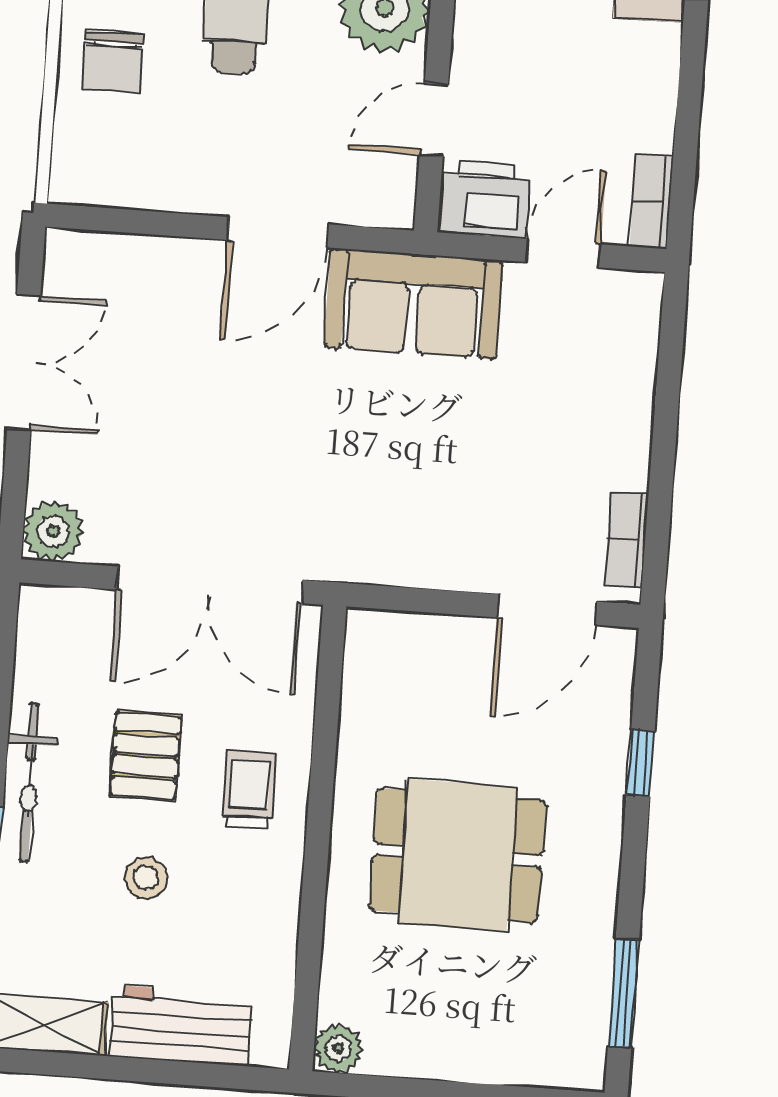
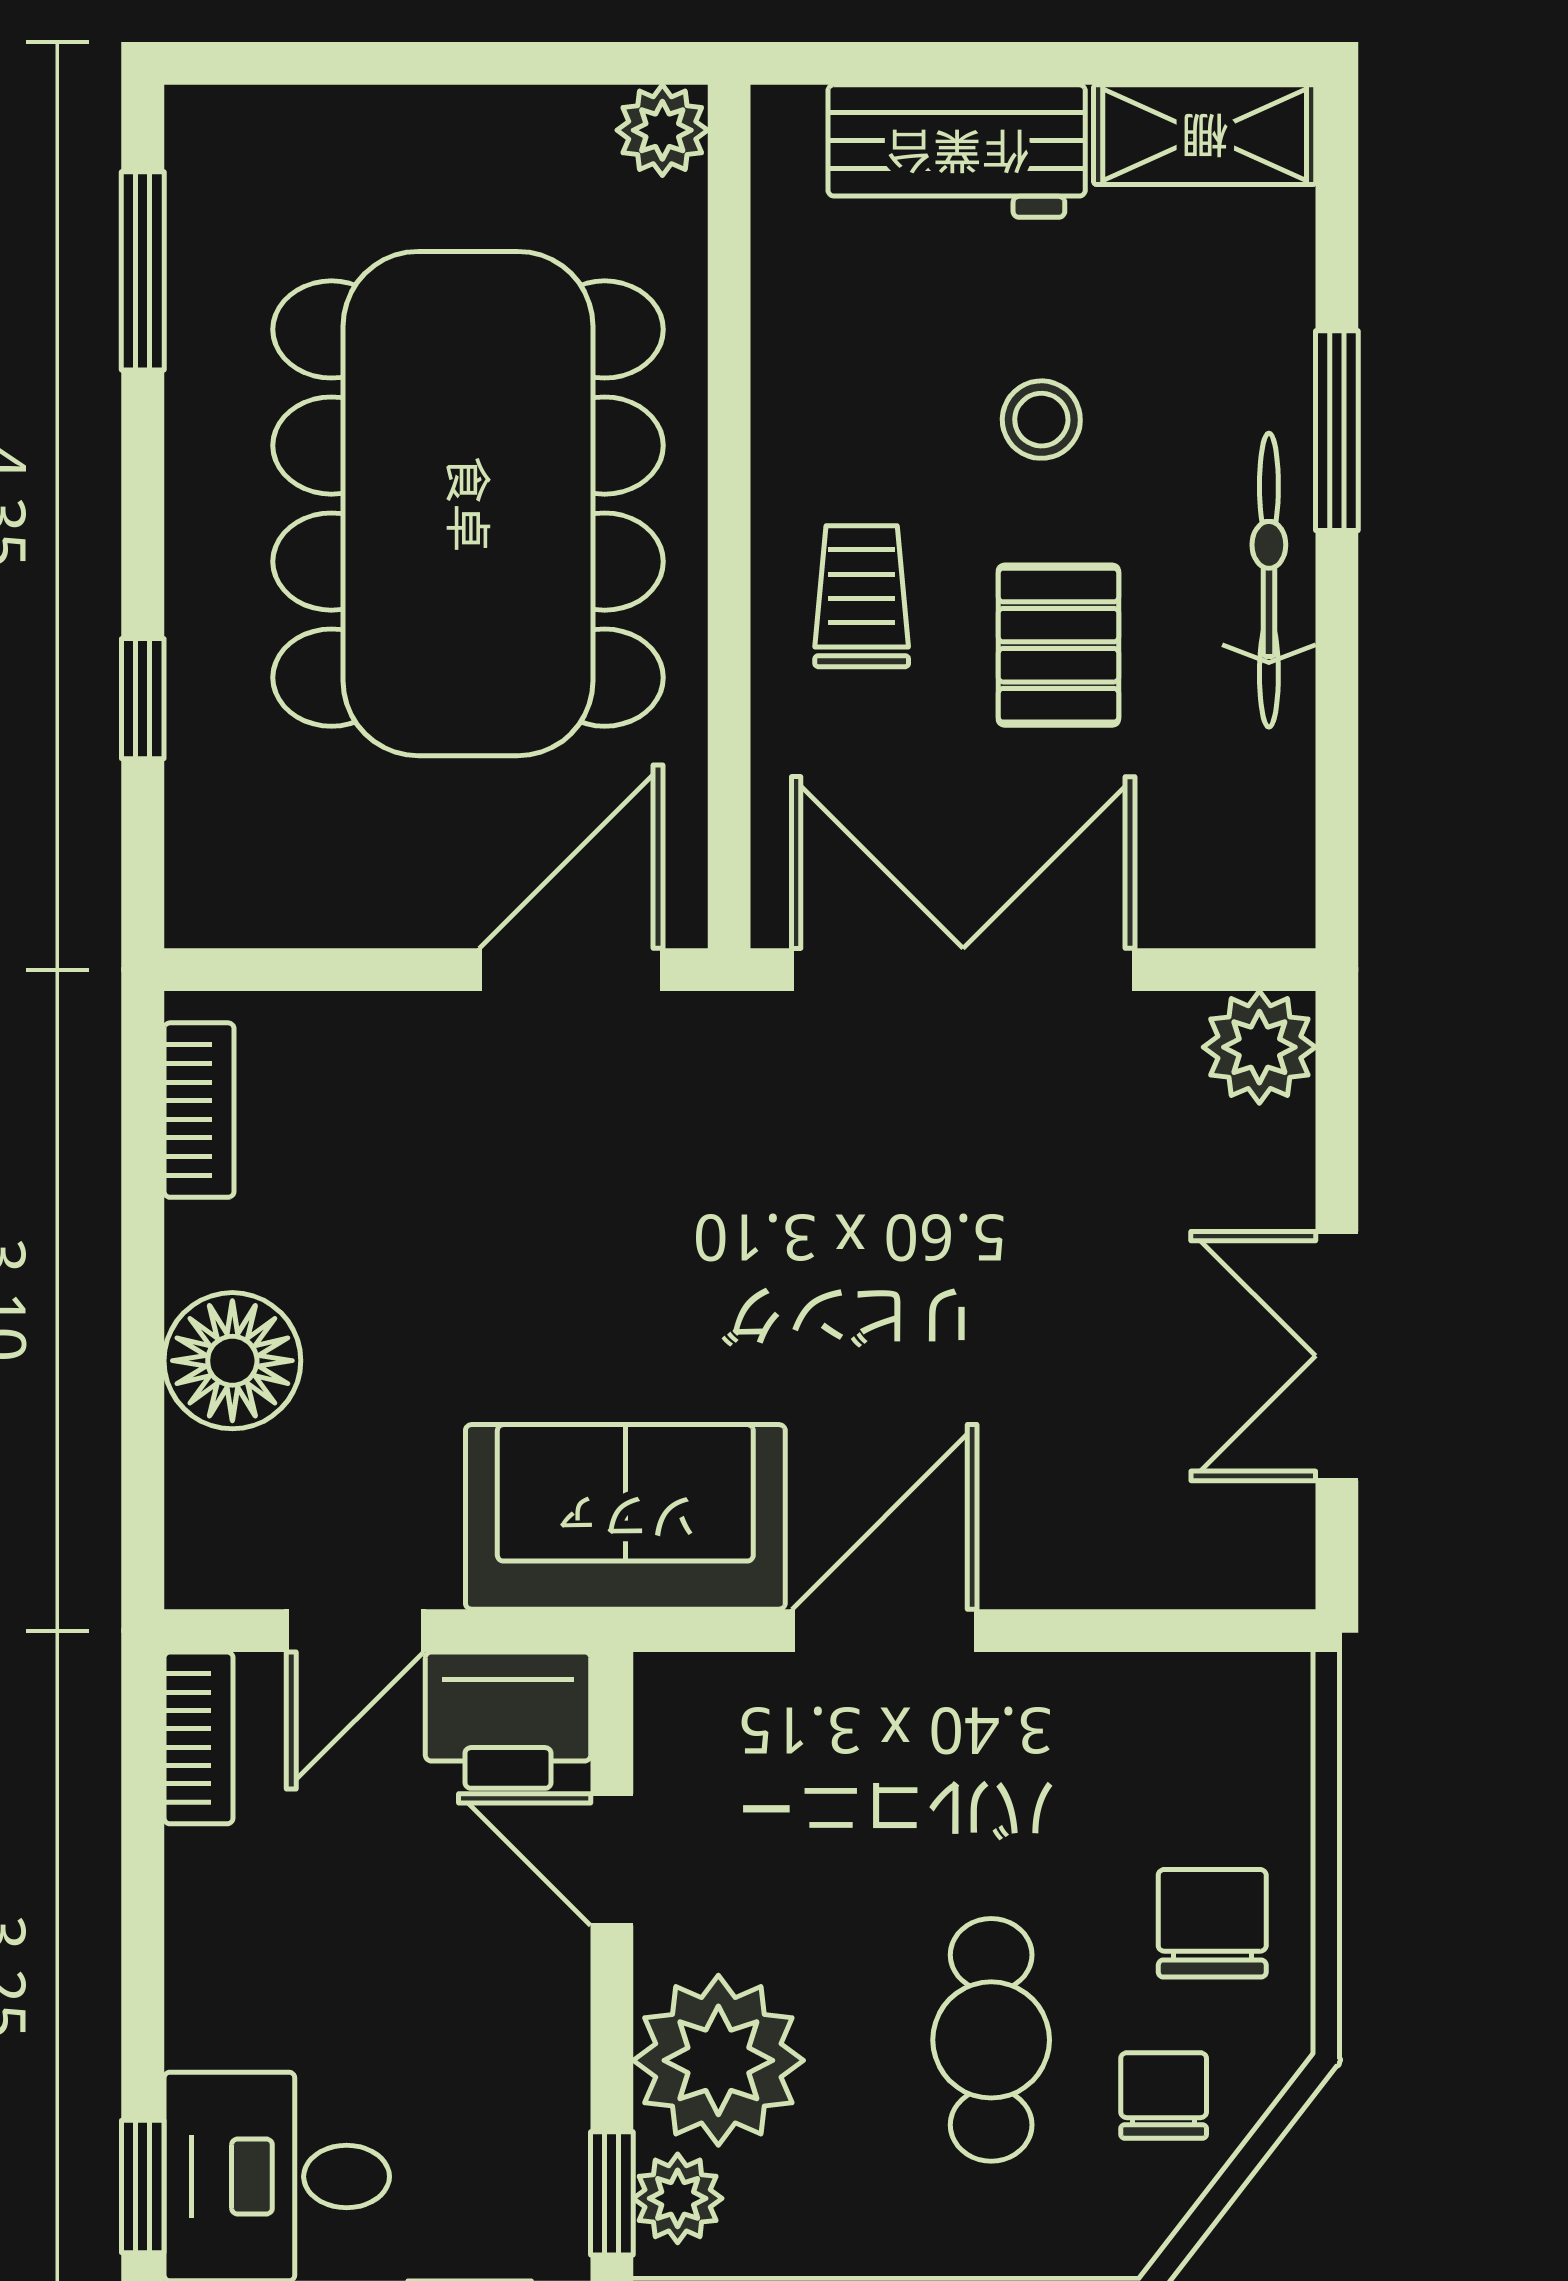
door: (434, 120) -> (612, 1860), swing flipped
floor lamp: (618, 403) -> (232, 1361), added
door: (547, 610) -> (571, 970), moved
trolley: (249, 790) -> (862, 596), turned 180
dining table: (458, 855) -> (468, 504), width x1.88, depth x1.24

